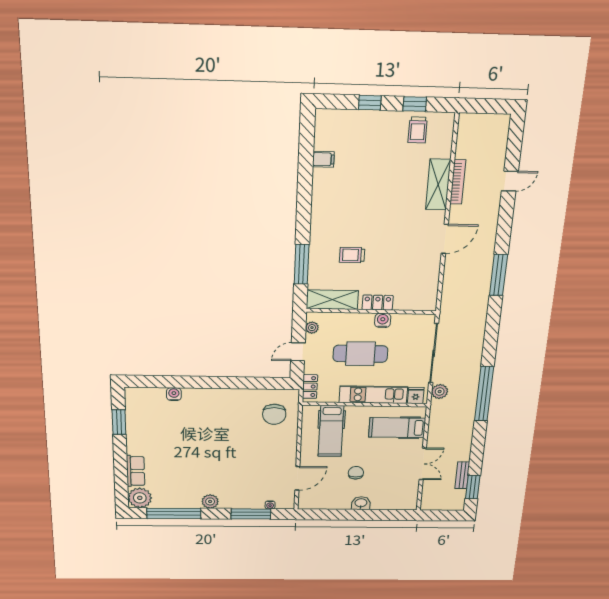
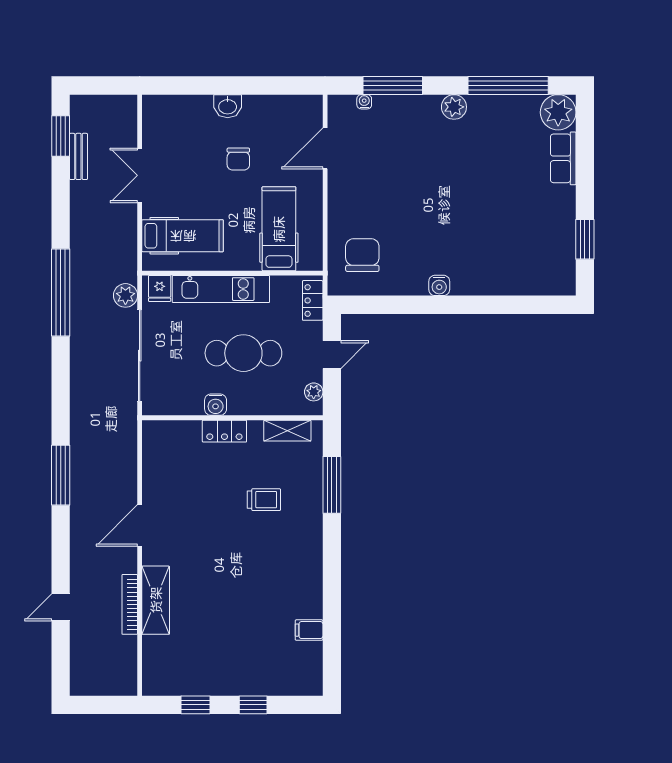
trolley: (418, 130) -> (189, 672), removed
shelving: (332, 300) -> (287, 431), width x0.67, depth x0.75
water cooler: (174, 394) -> (439, 285), moved

